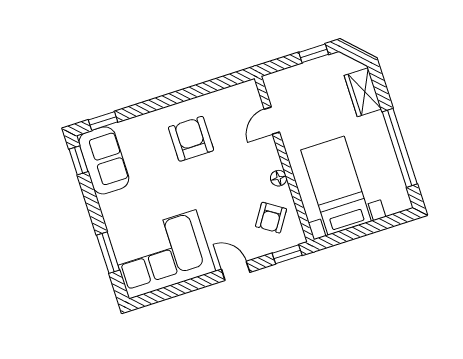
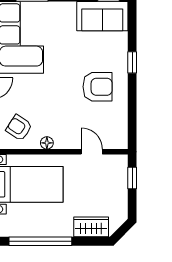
window: (314, 53) -> (132, 178), moved
window: (103, 121) -> (132, 62), moved

